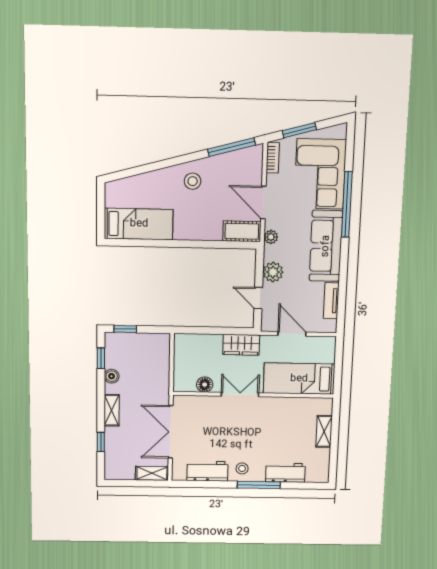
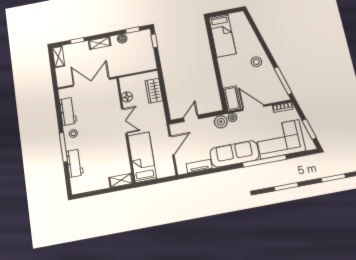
window: (299, 130) -> (309, 129), moved
door: (263, 203) -> (253, 108), hinge flipped
plant: (273, 272) -> (221, 122), moved
wardrobe: (241, 345) -> (154, 91), moved
shelving: (324, 431) -> (121, 180), moved
shelving: (152, 473) -> (58, 57), moved

